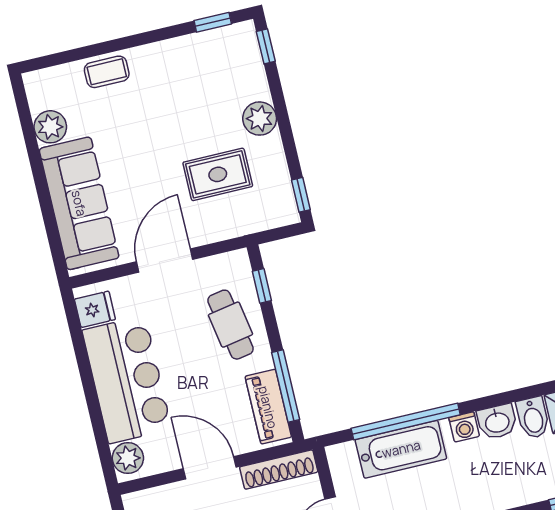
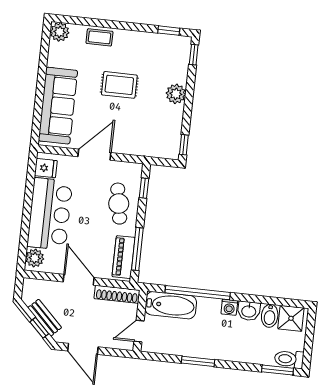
plant: (50, 127) -> (60, 32), moved
rug: (218, 174) -> (119, 85), moved
bathtub: (401, 449) -> (171, 305), moved

